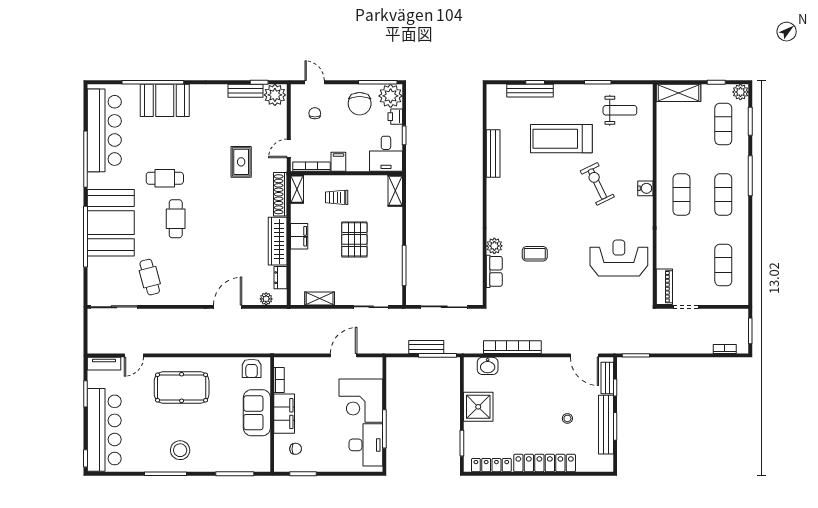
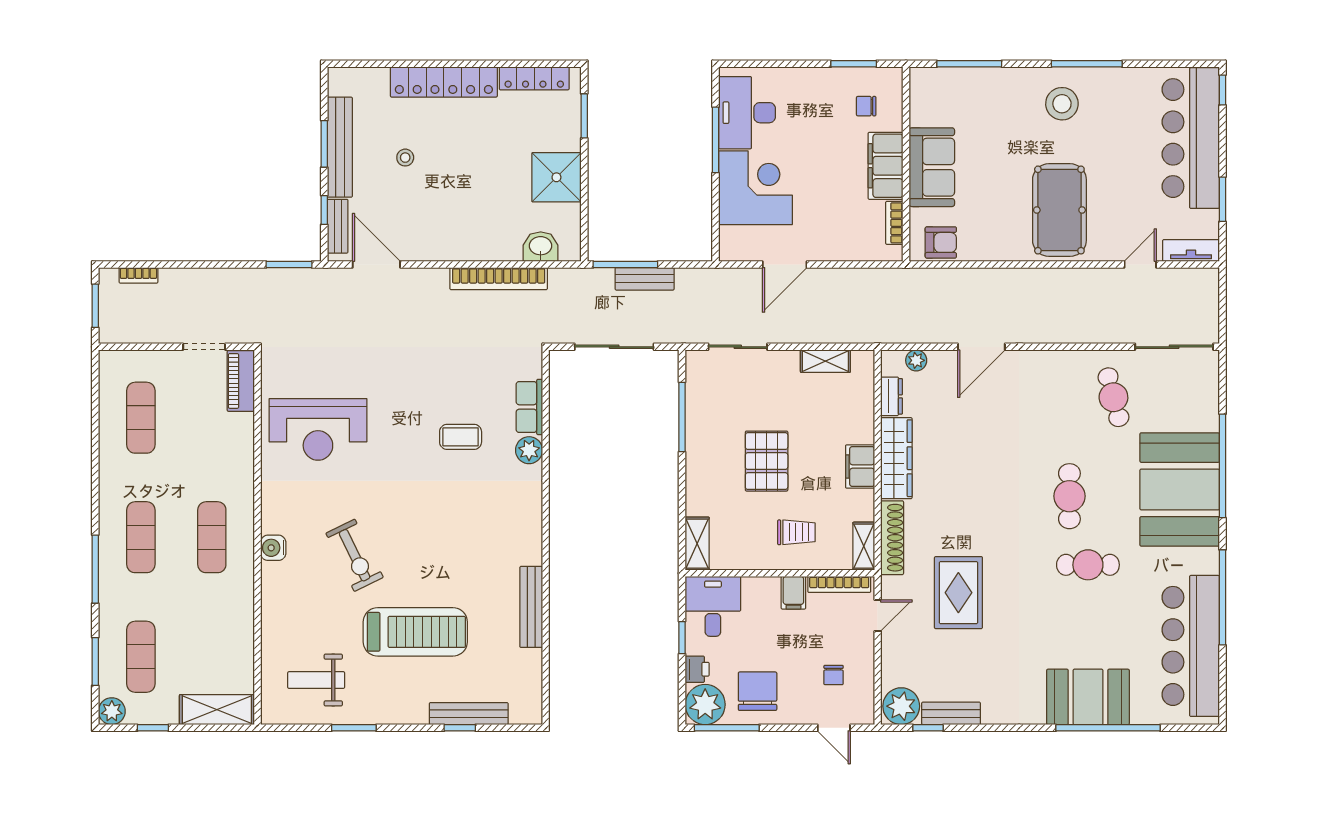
rug: (241, 162) -> (958, 593), width x1.36, depth x1.43
armchair: (252, 368) -> (941, 242), turned 90
pool table: (182, 388) -> (1059, 210), turned 90

